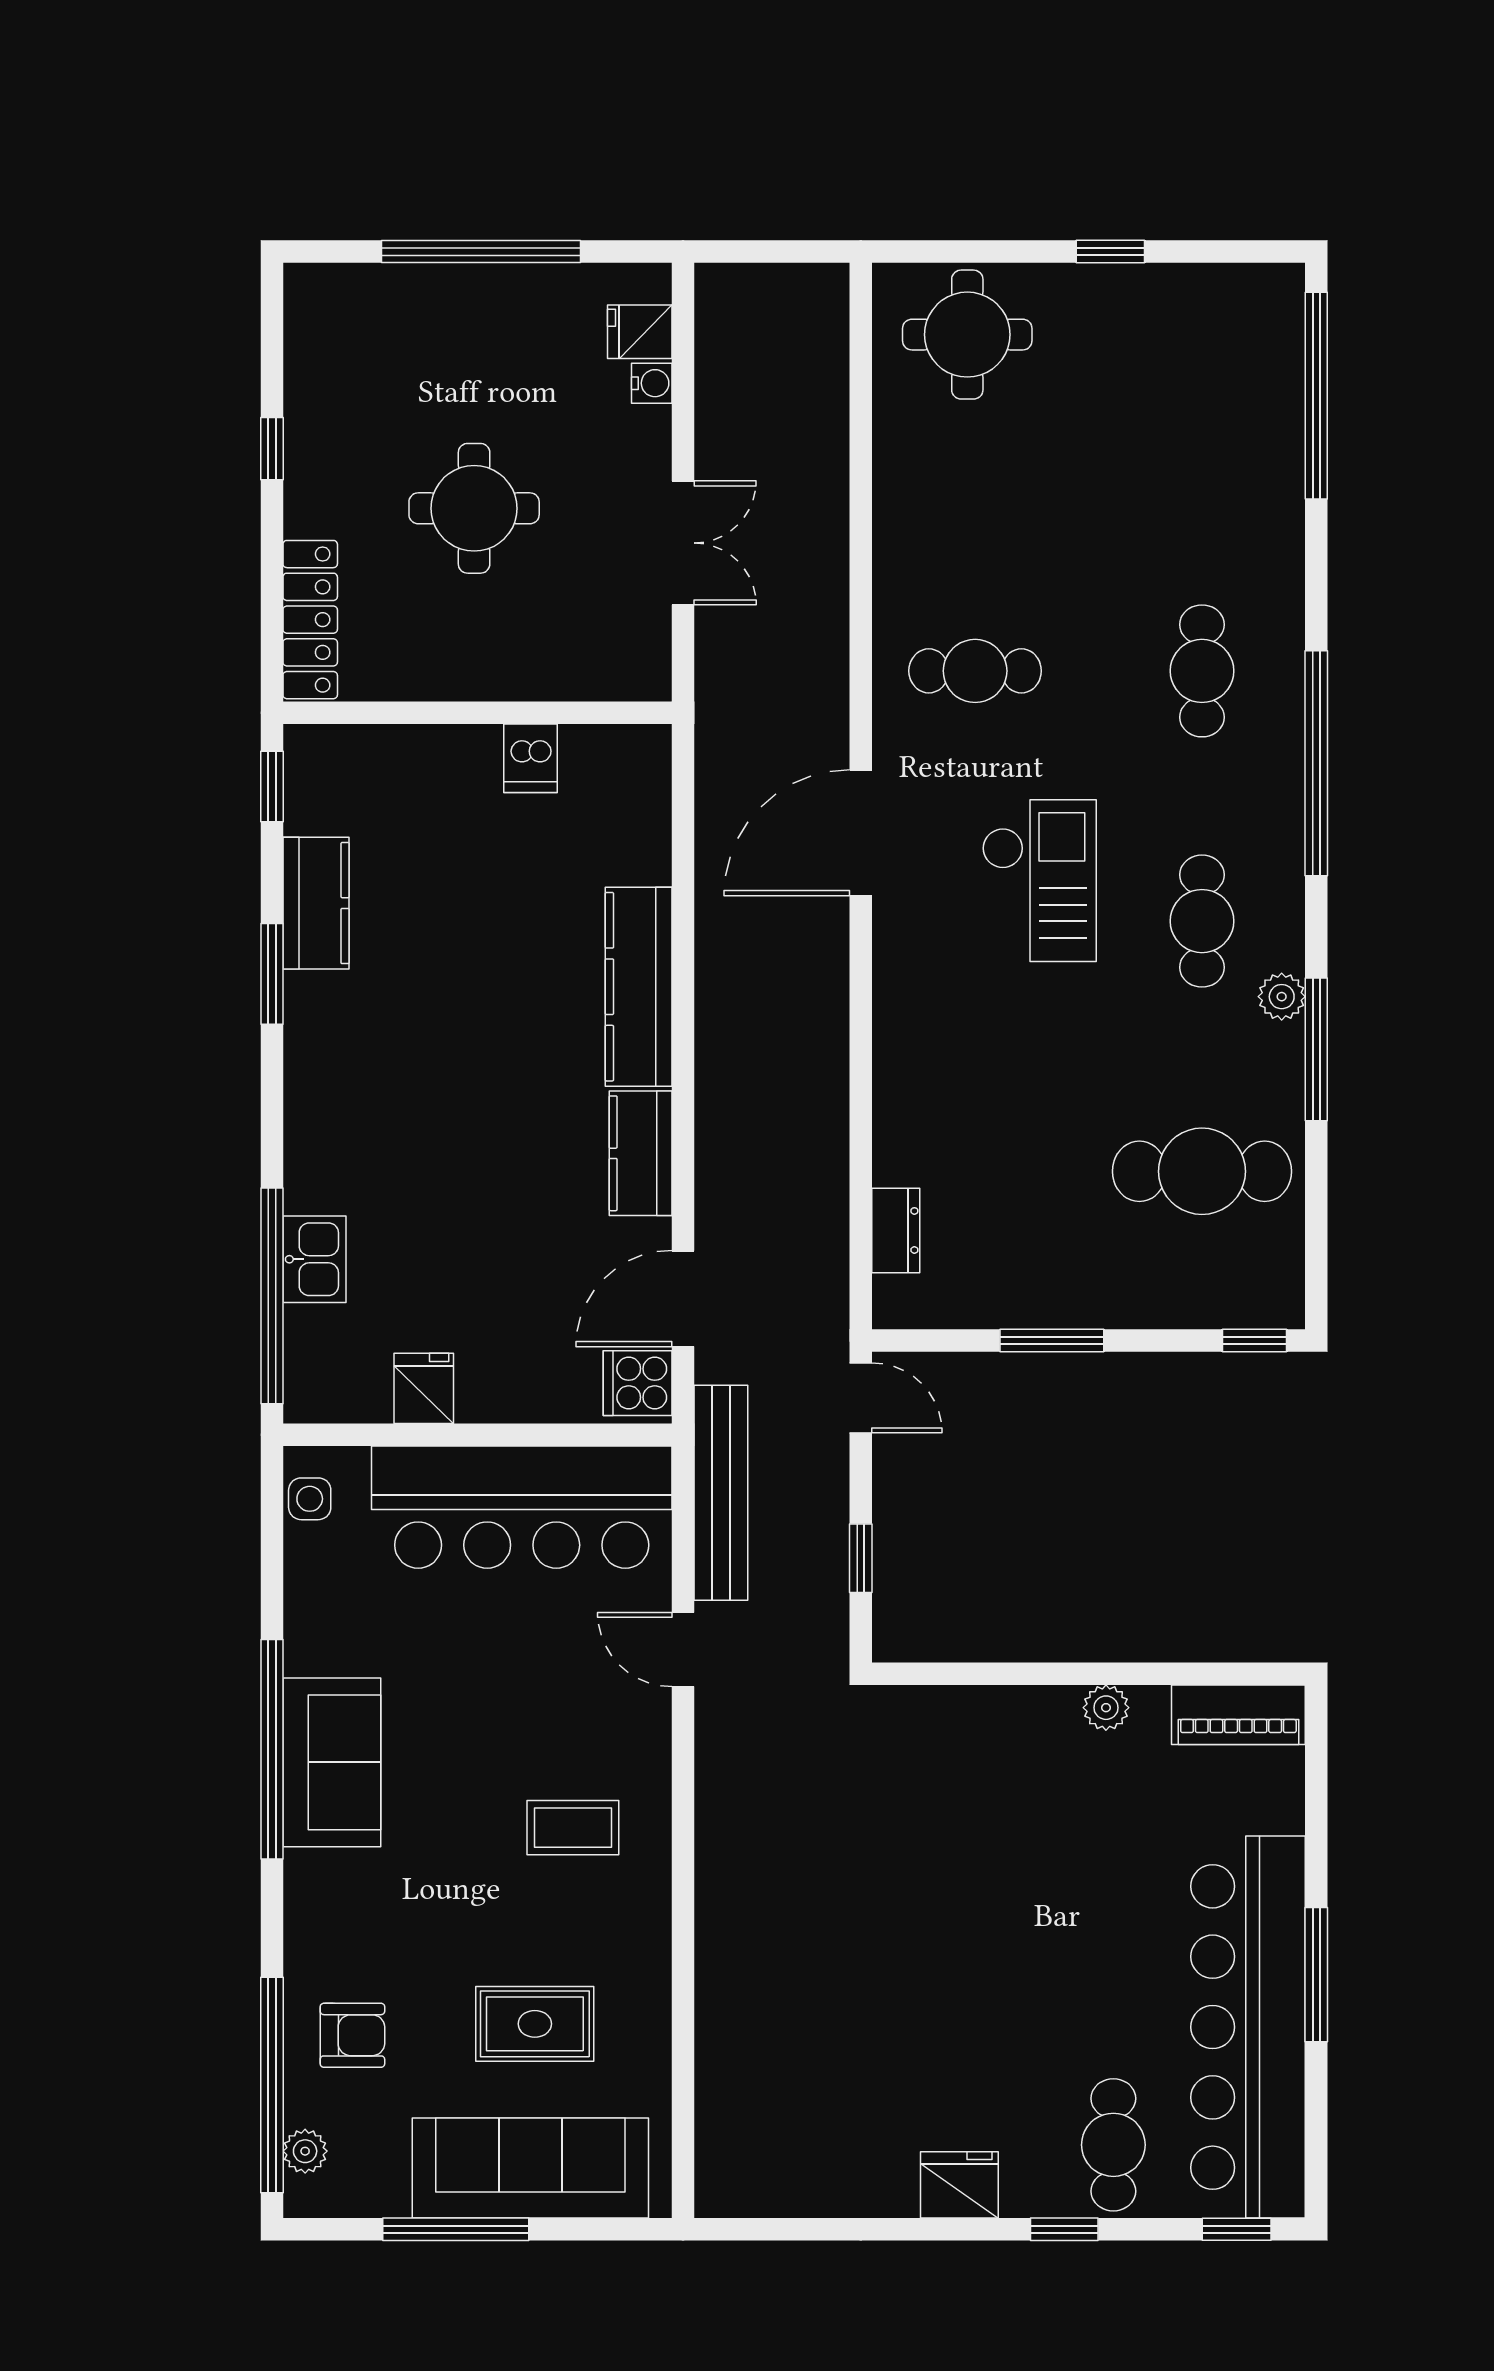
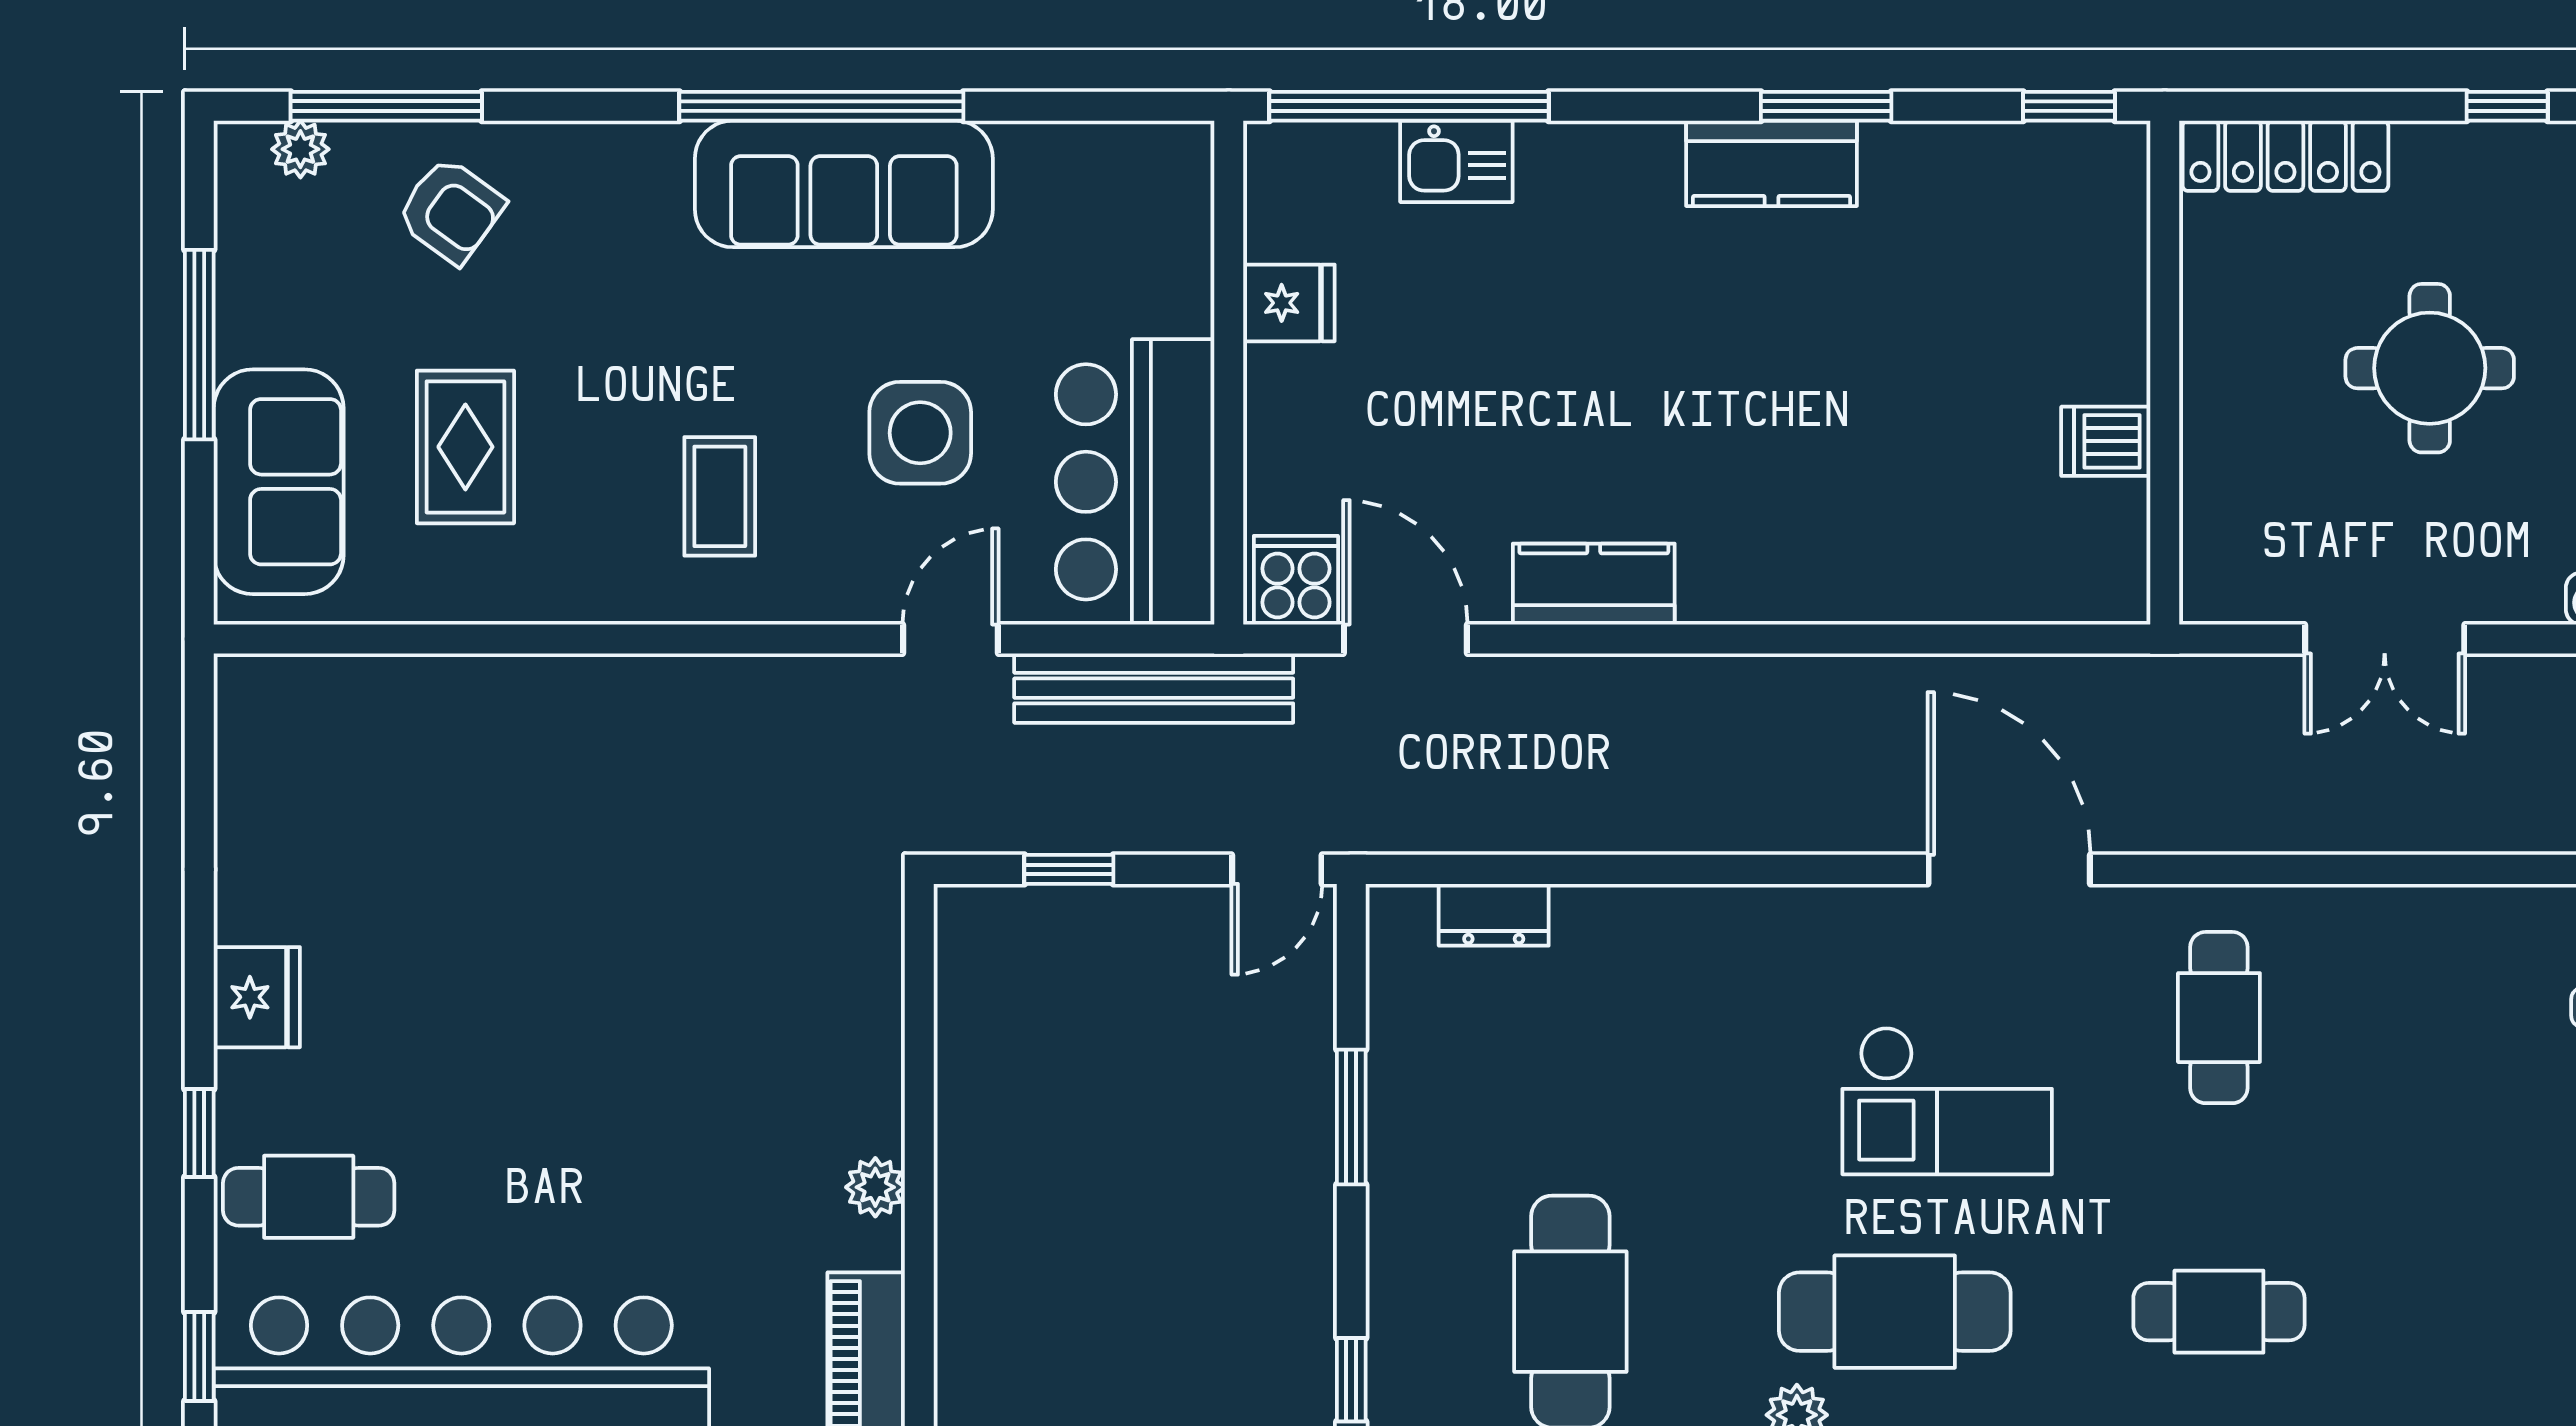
kitchen counter: (316, 903) -> (1772, 163), moved
cafe table: (1202, 921) -> (1895, 1312), width x1.37, depth x1.35
kitchen counter: (639, 987) -> (1810, 582), removed
side table: (310, 1499) -> (920, 433), moved, width x1.87, depth x1.87
bar counter: (522, 1507) -> (1135, 482), width x0.73
sofa: (332, 1762) -> (844, 184), width x1.36
armchair: (352, 2035) -> (451, 211), turned -54
window: (272, 2085) -> (386, 106), width x0.68
sofa: (530, 2168) -> (279, 482), width x0.73

